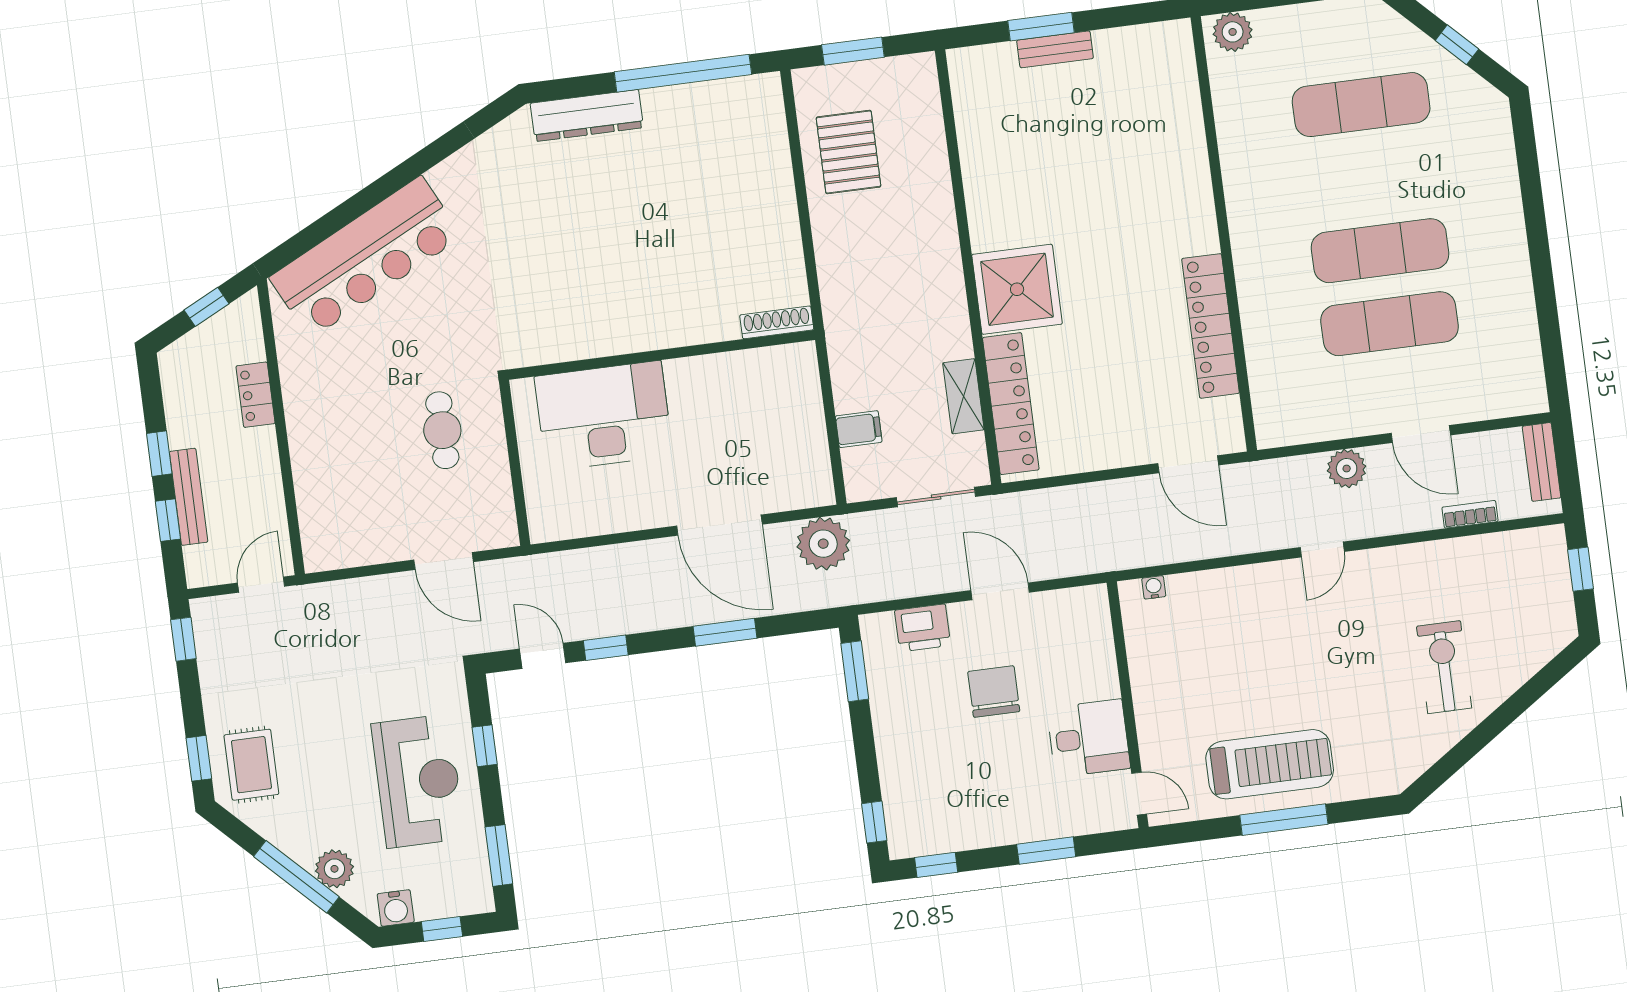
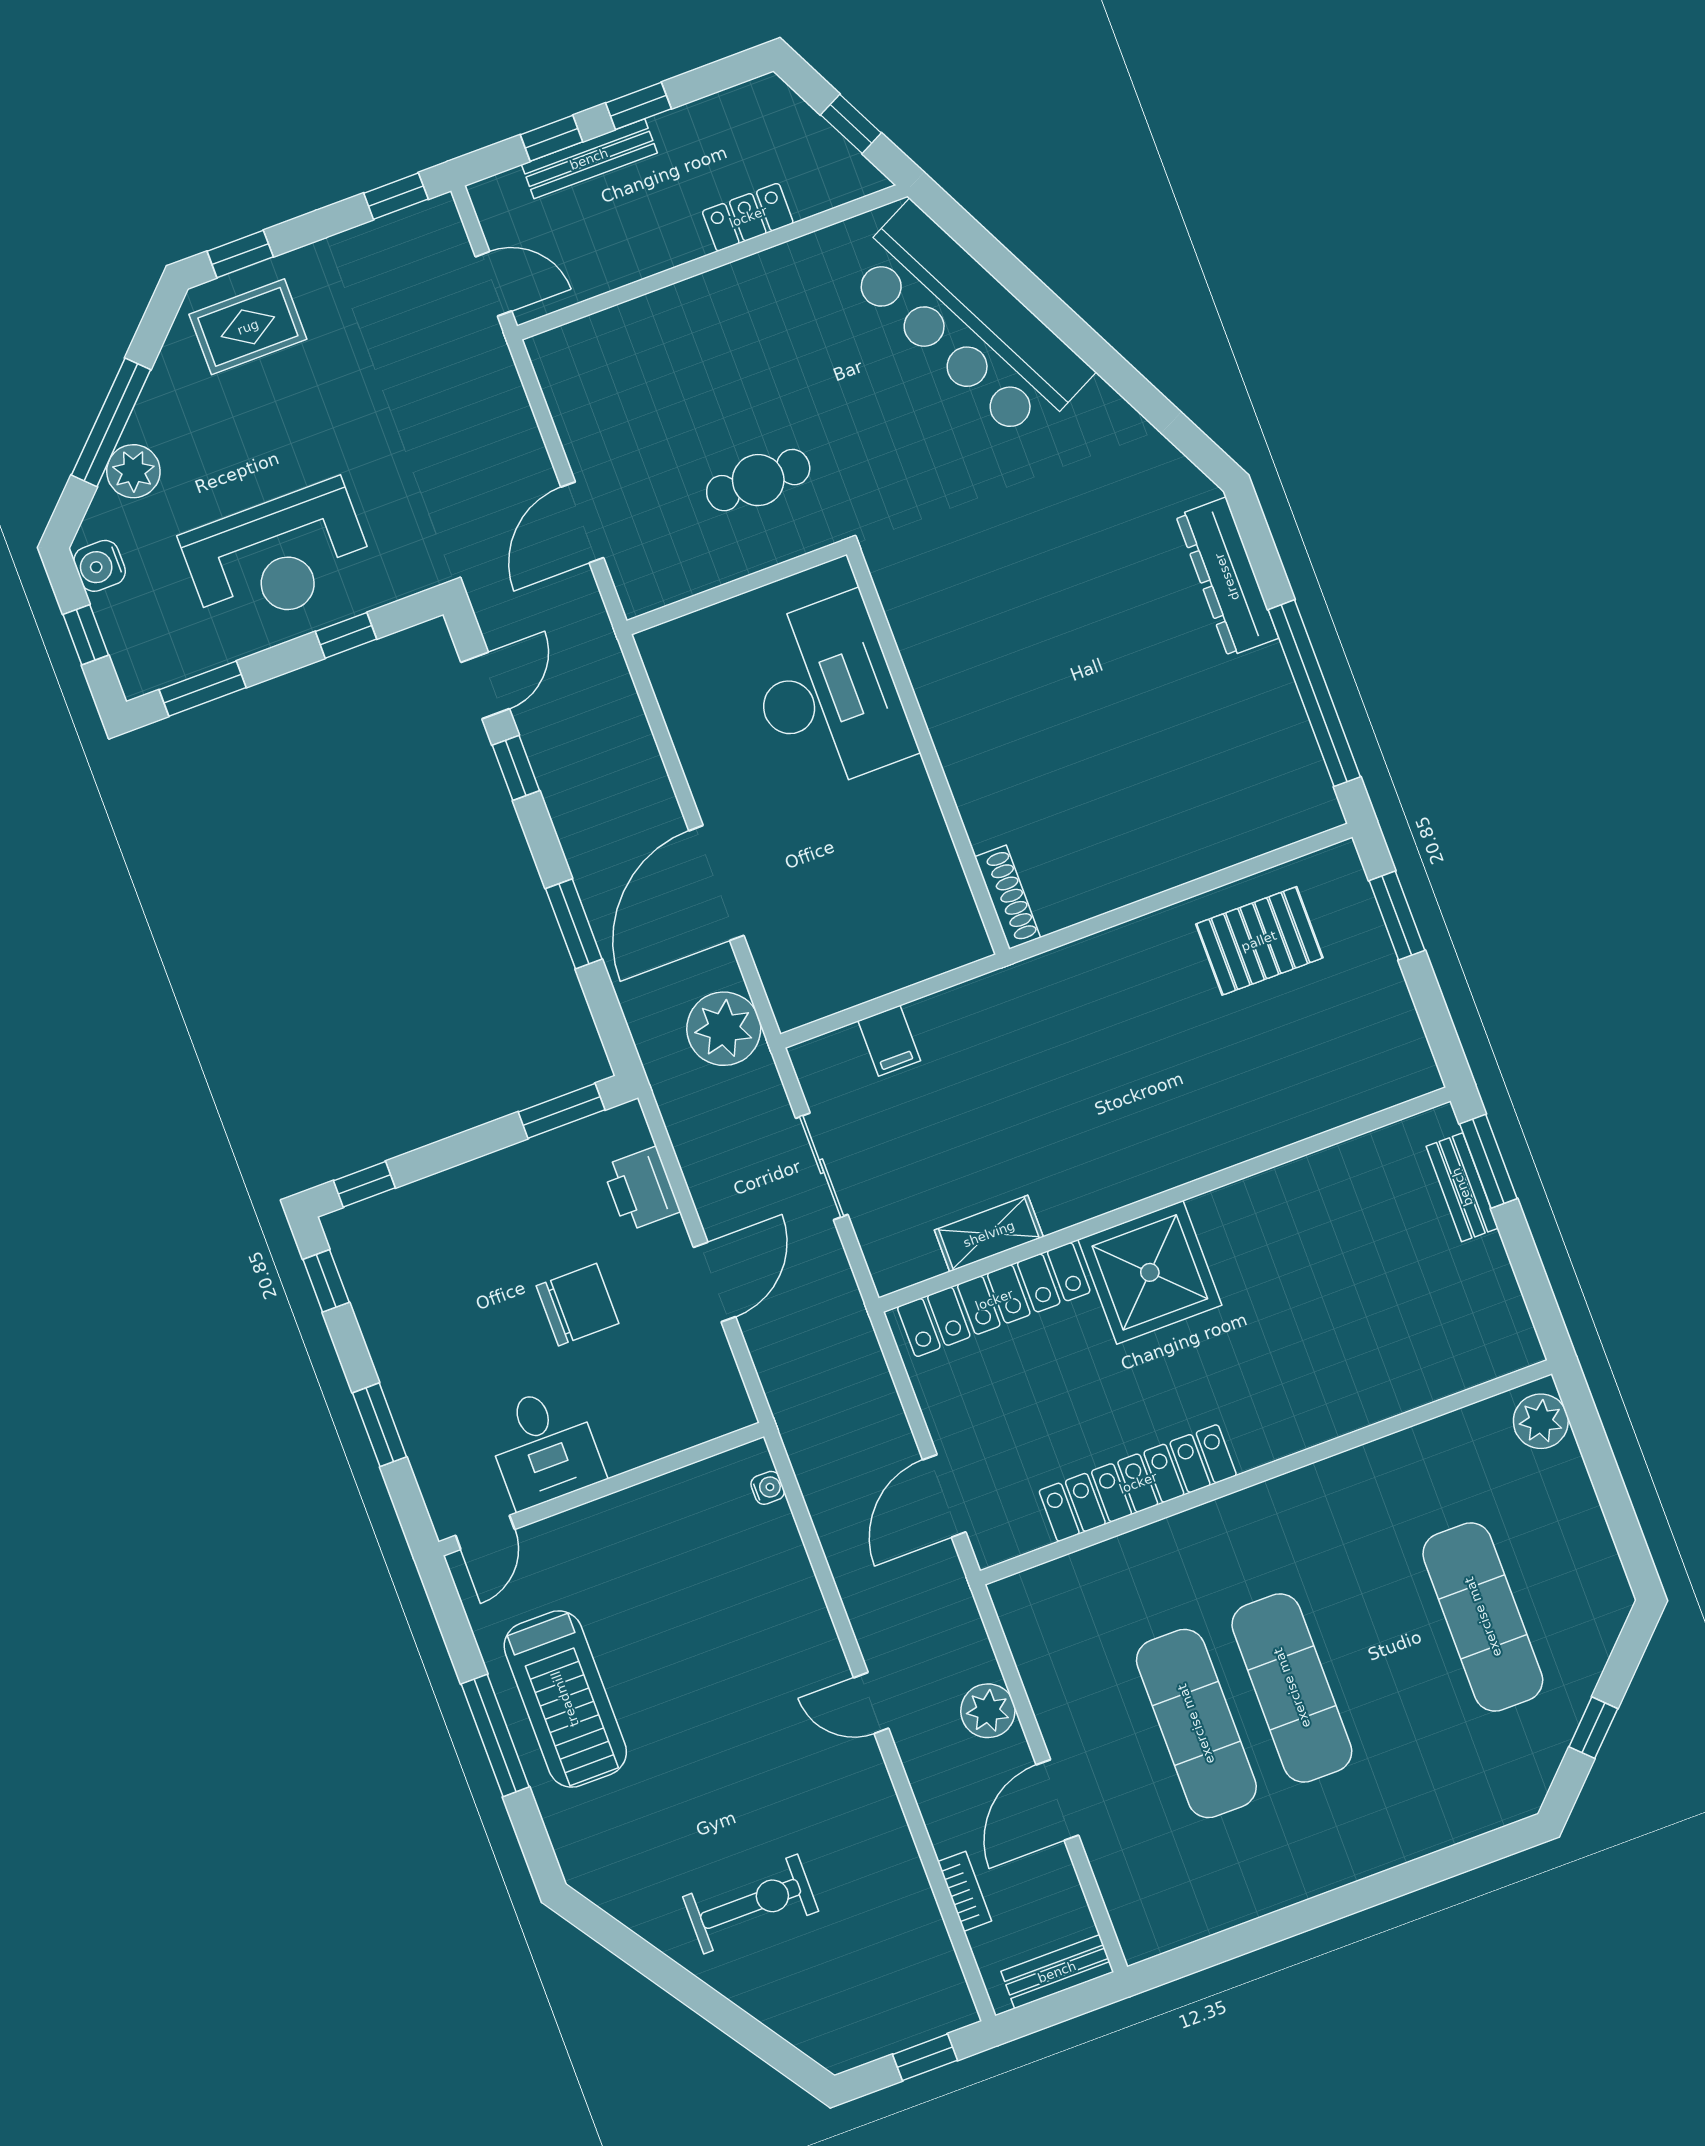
wall: (968, 267) -> (1165, 1200), moved
shower: (1017, 289) -> (1150, 1272), moved
shelving: (963, 396) -> (989, 1234), moved
locker: (1011, 404) -> (994, 1300), moved

